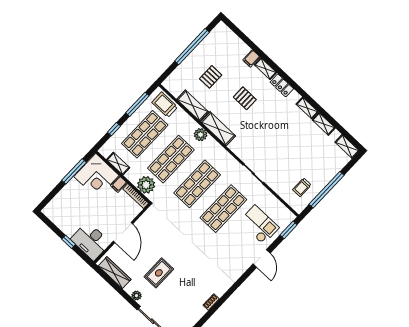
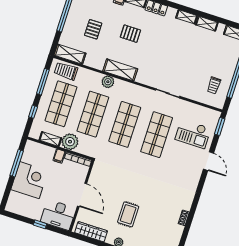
shelving: (193, 106) -> (70, 54), moved
corner desk: (96, 176) -> (29, 180), moved, turned -90
plant: (146, 185) -> (70, 142), moved
checkout: (259, 225) -> (193, 134), turned 180

